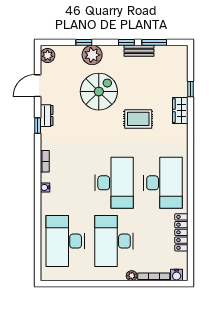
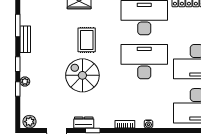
window: (126, 42) -> (18, 64), moved
plant: (92, 55) -> (25, 82), width x0.53, depth x0.53
spiral stairs: (99, 92) -> (82, 75), moved

